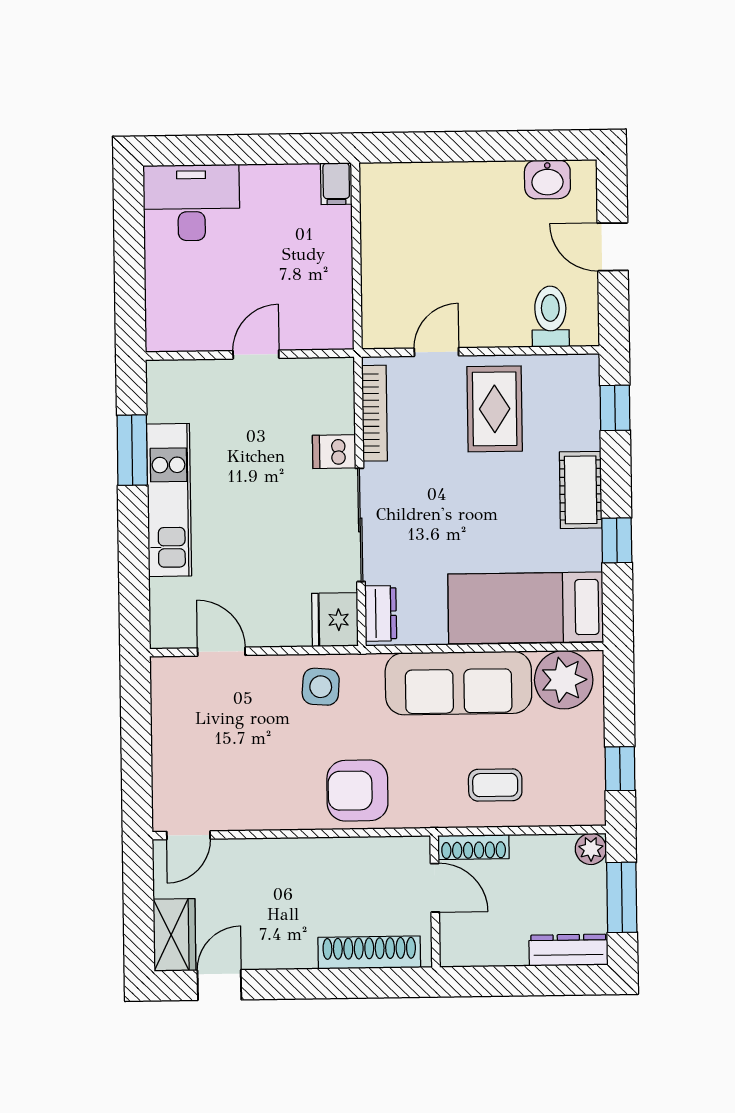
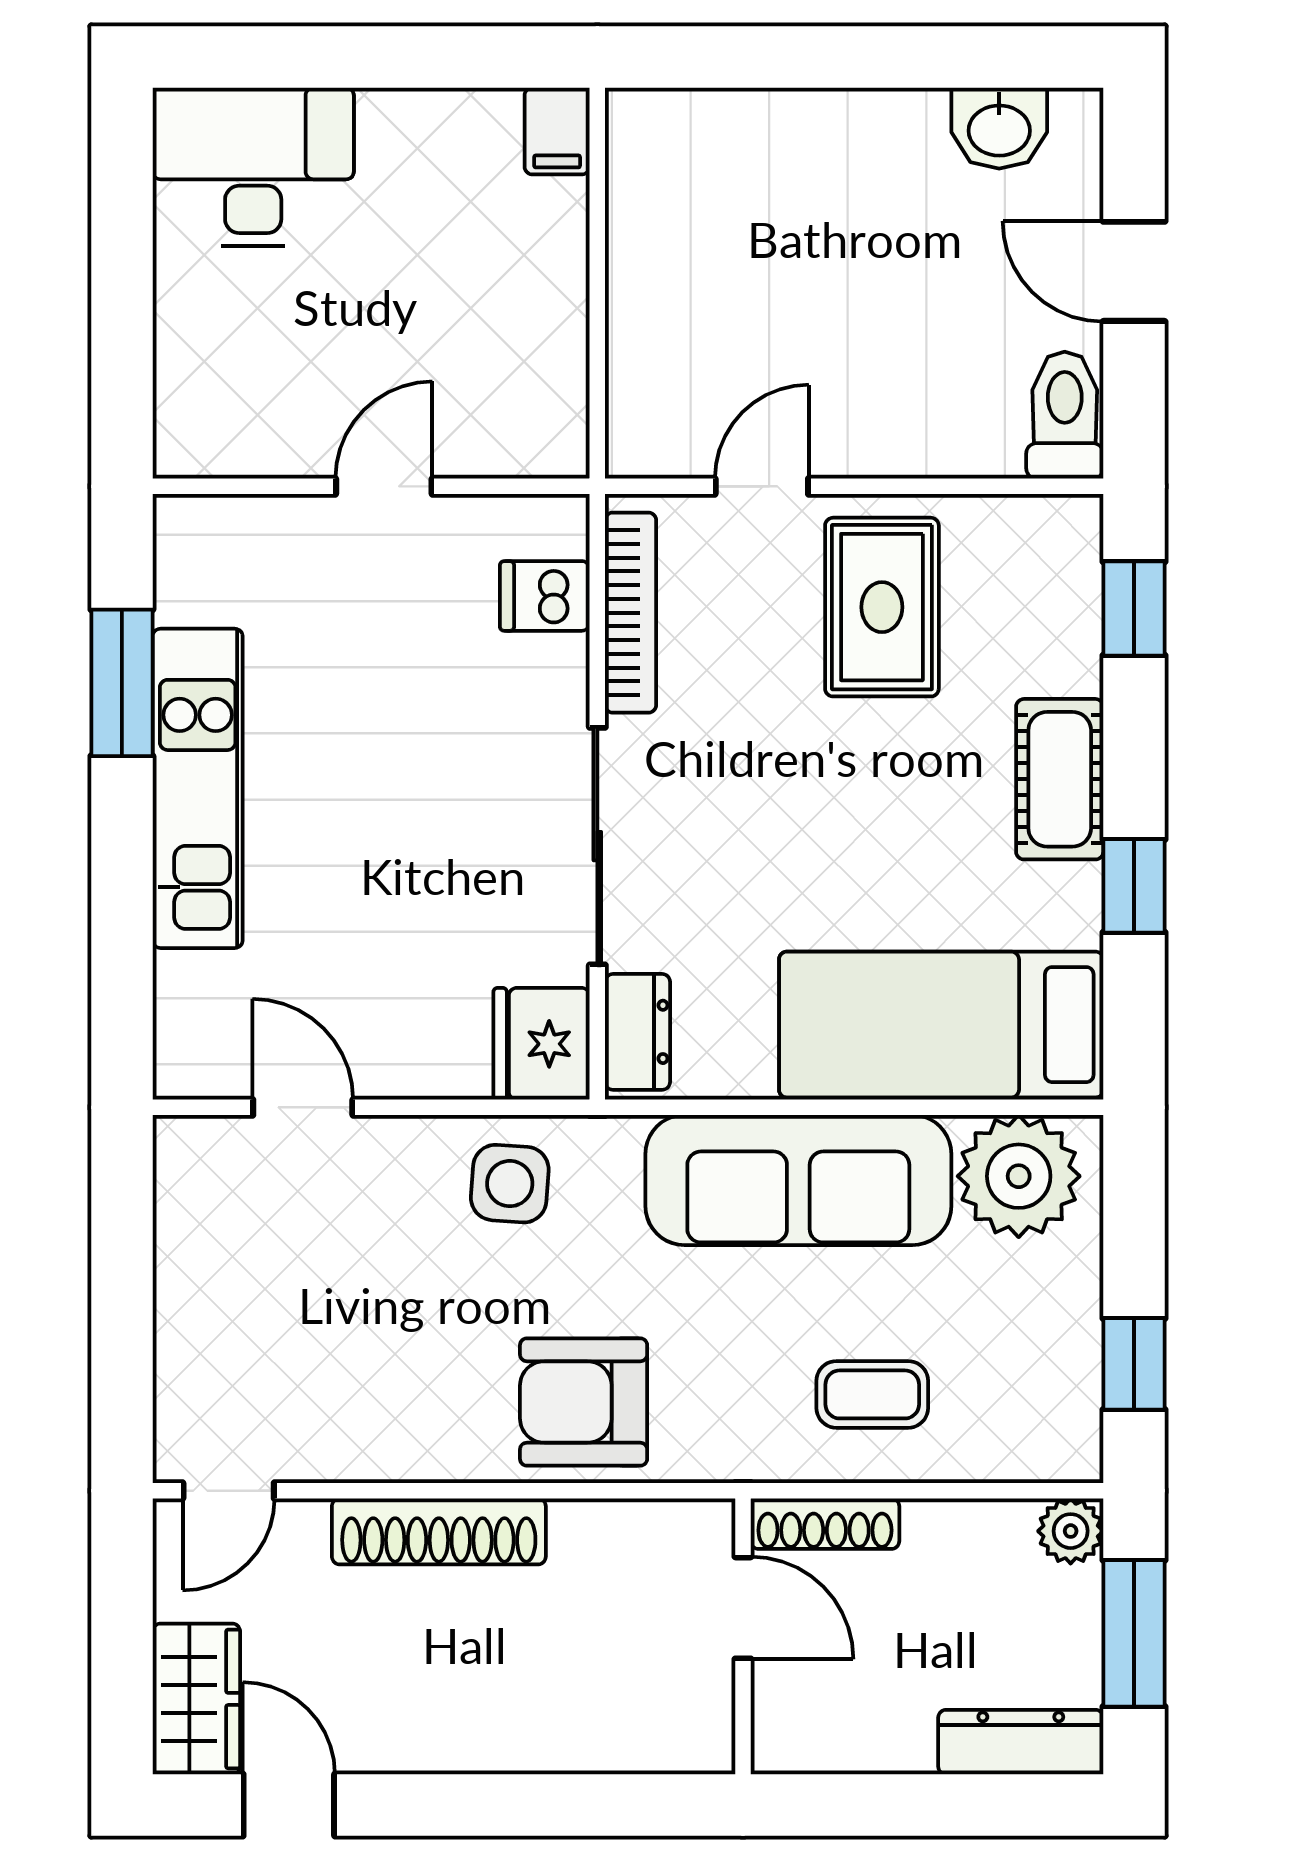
toilet: (550, 316) -> (1065, 415), moved
dishwasher: (334, 452) -> (545, 596), moved
shoe rack: (369, 952) -> (439, 1531), moved, turned 180
door: (219, 985) -> (289, 1805), hinge flipped

